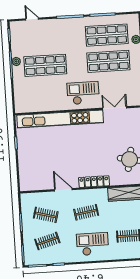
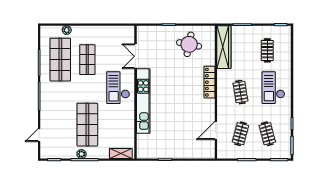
shop shelf: (108, 61) -> (87, 60), width x0.70, depth x0.74
shelving: (19, 100) -> (121, 153), added
kitchen unit: (60, 119) -> (143, 101), width x0.73
door: (63, 190) -> (216, 130), moved

